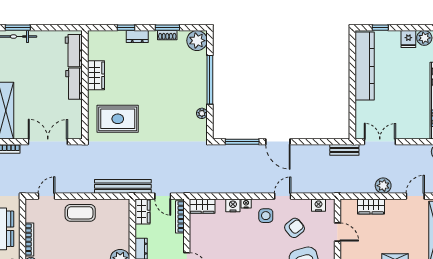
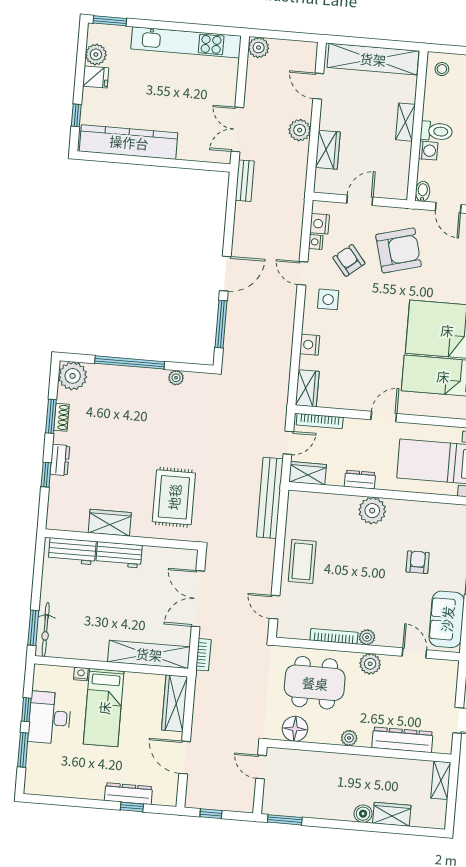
nightstand: (246, 203) -> (316, 242), moved

